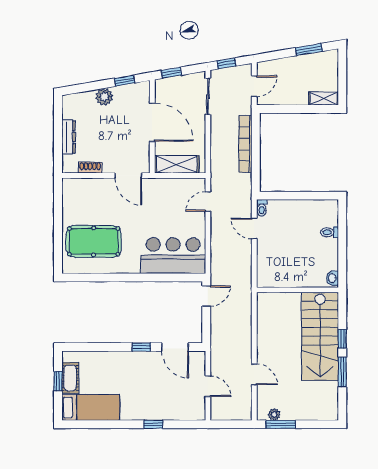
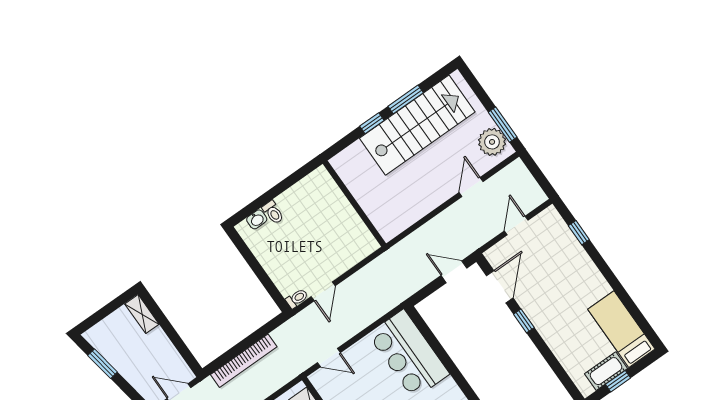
washbasin: (332, 278) -> (257, 219), moved
door: (206, 296) -> (454, 272), moved
stairs: (320, 336) -> (417, 125), moved
plant: (274, 415) -> (492, 142), width x1.88, depth x1.88
window: (153, 424) -> (579, 233), moved

